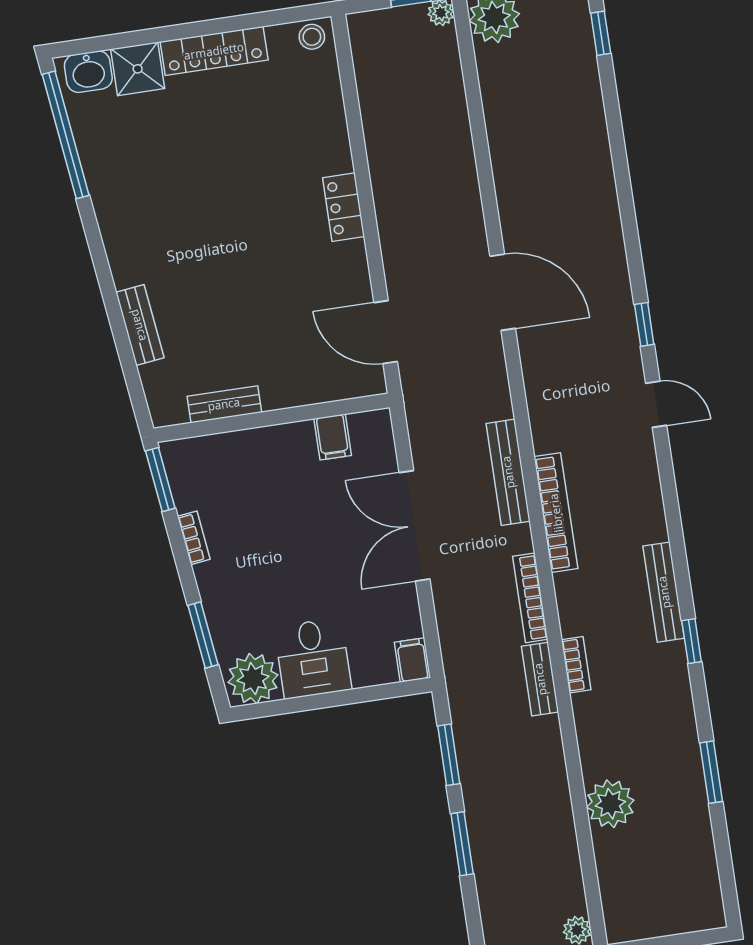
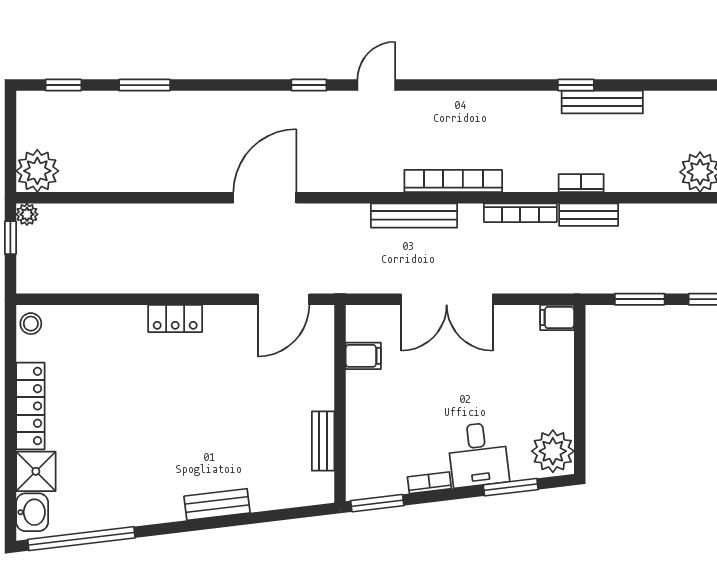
bench: (140, 325) -> (217, 504), moved
bench: (664, 592) -> (602, 102), moved
desk: (313, 658) -> (478, 455), moved, turned 83
window: (711, 772) -> (145, 85), moved

